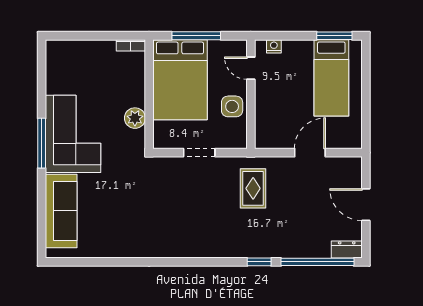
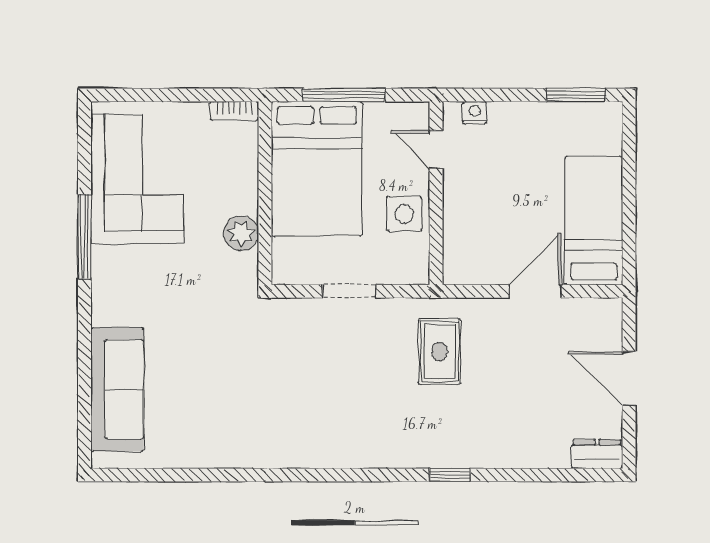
bed: (331, 78) -> (594, 221), moved, turned 180
corner sofa: (73, 134) -> (137, 179), moved
window: (42, 143) -> (84, 237), moved
window: (317, 262) -> (548, 475), removed

